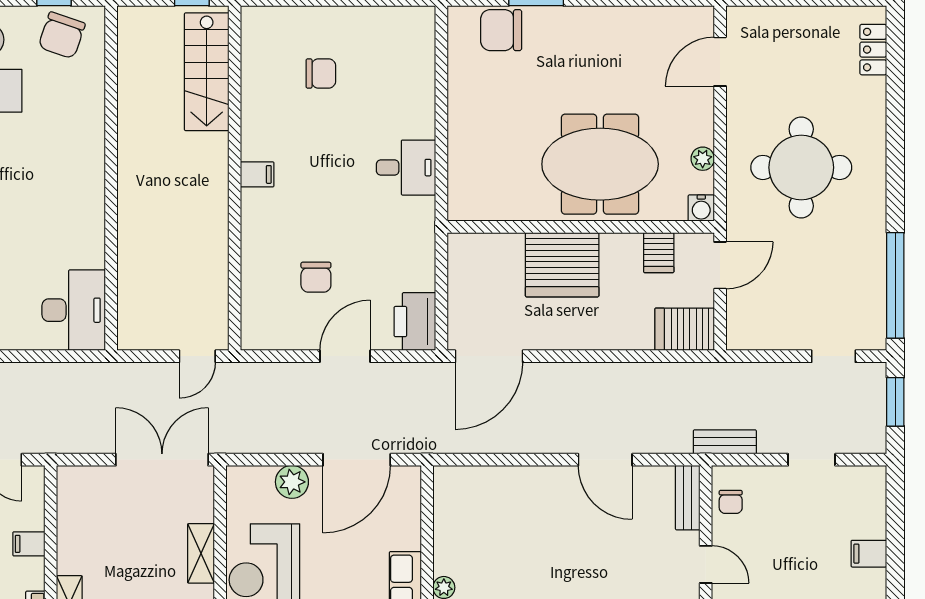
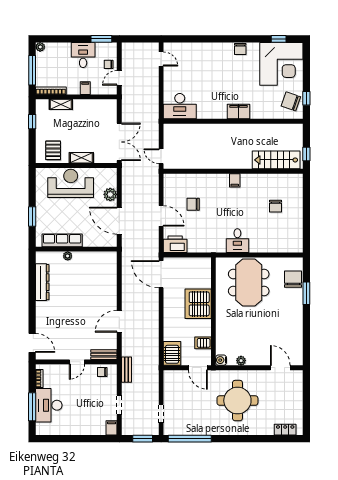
meeting table: (600, 164) -> (249, 283), moved
filing cabinet: (87, 165) -> (239, 112), added
filing cabinet: (869, 554) -> (112, 428), moved

